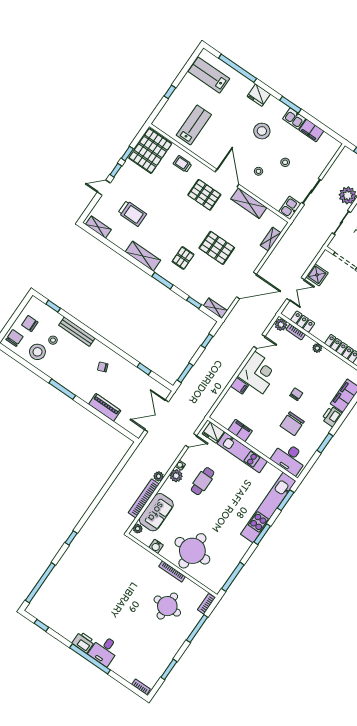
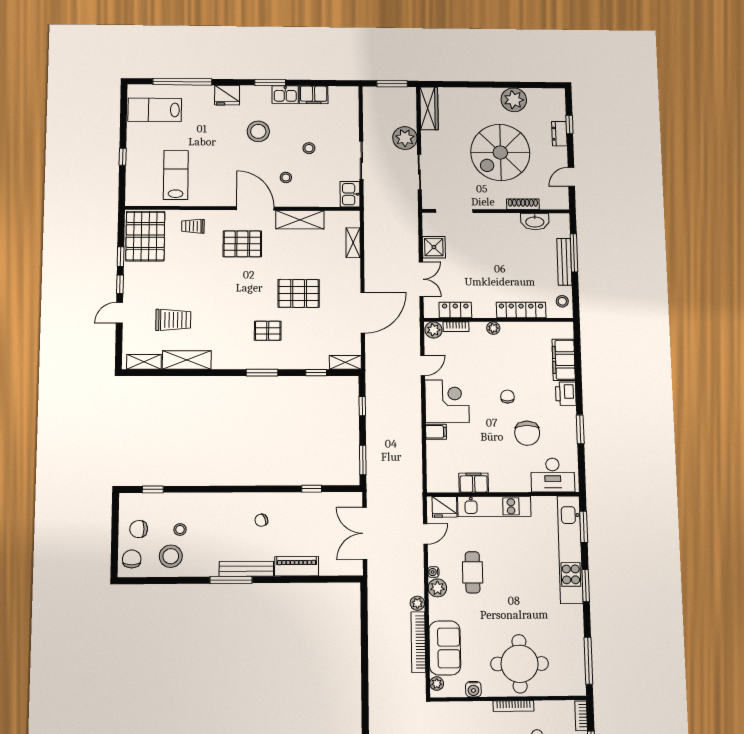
shelving: (143, 256) -> (187, 360), moved
pallet: (183, 258) -> (268, 331), turned 90
bench: (77, 332) -> (246, 569), moved

